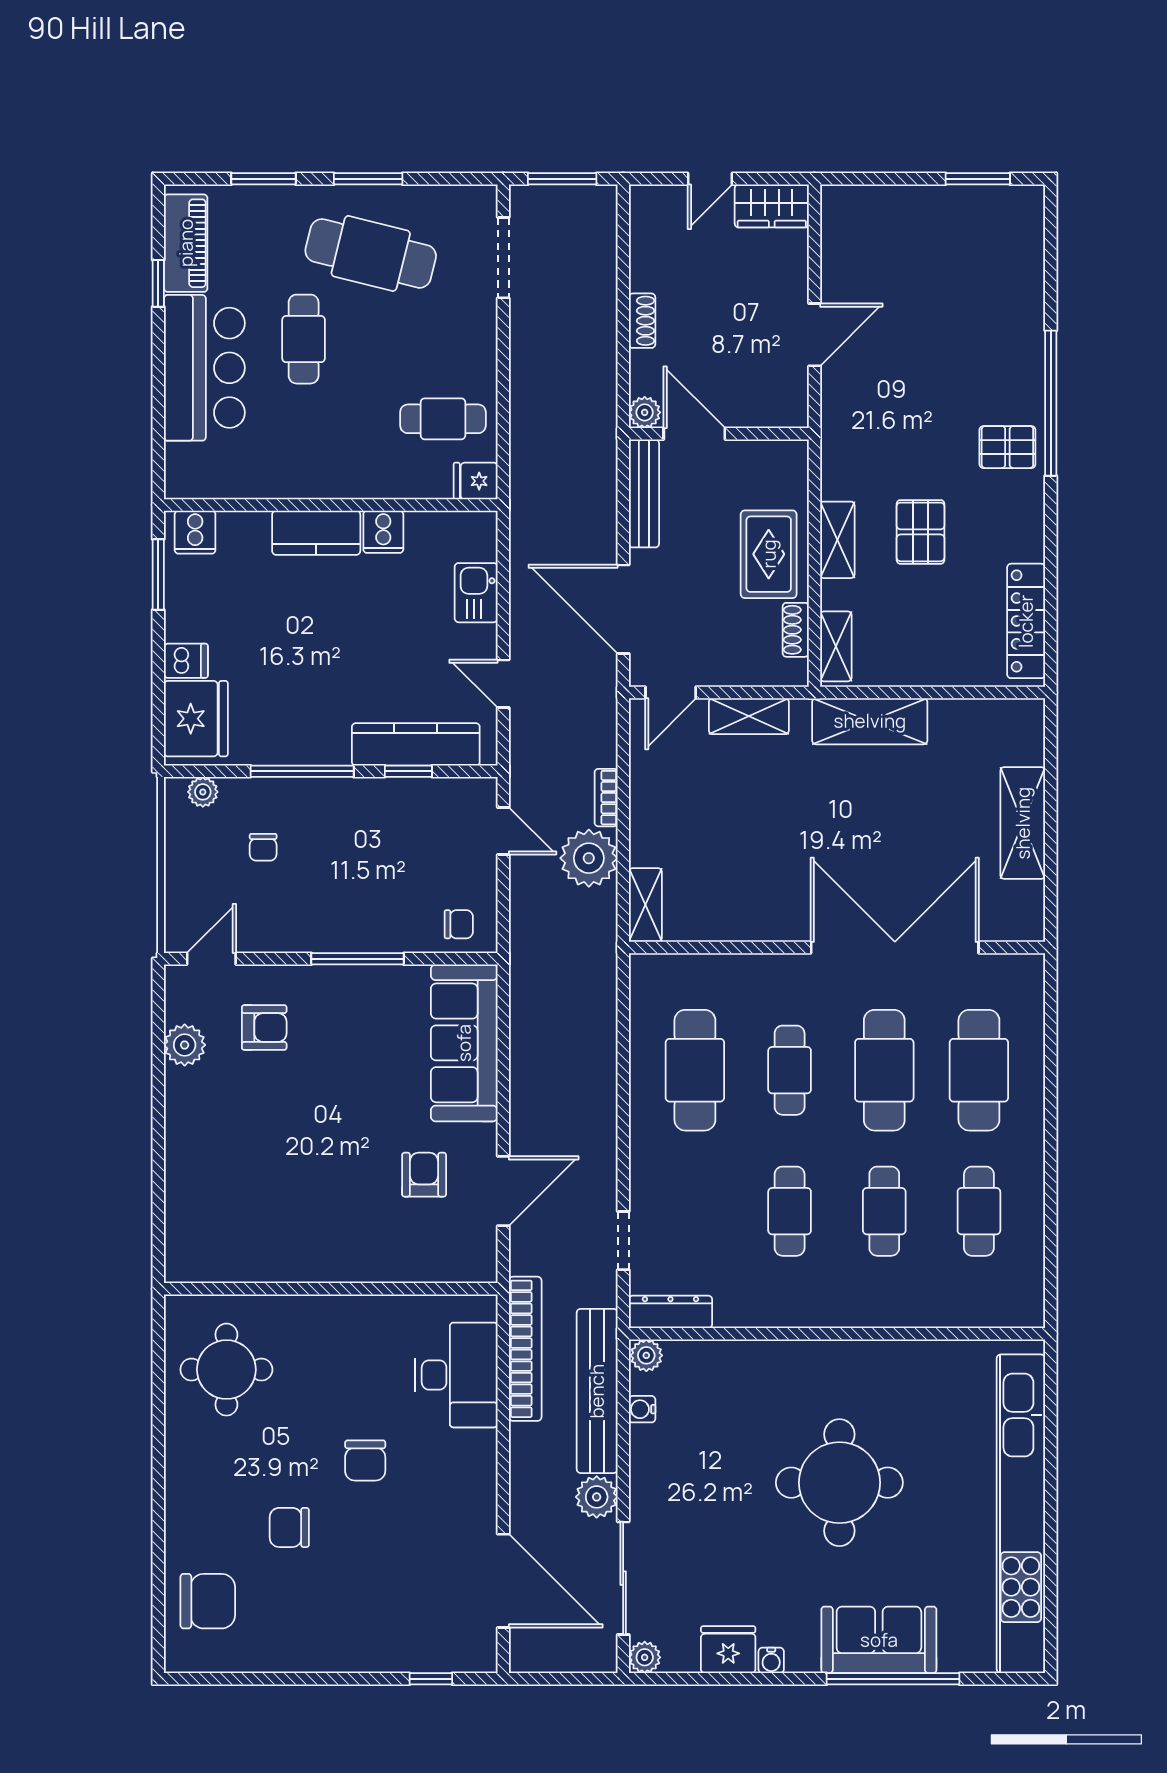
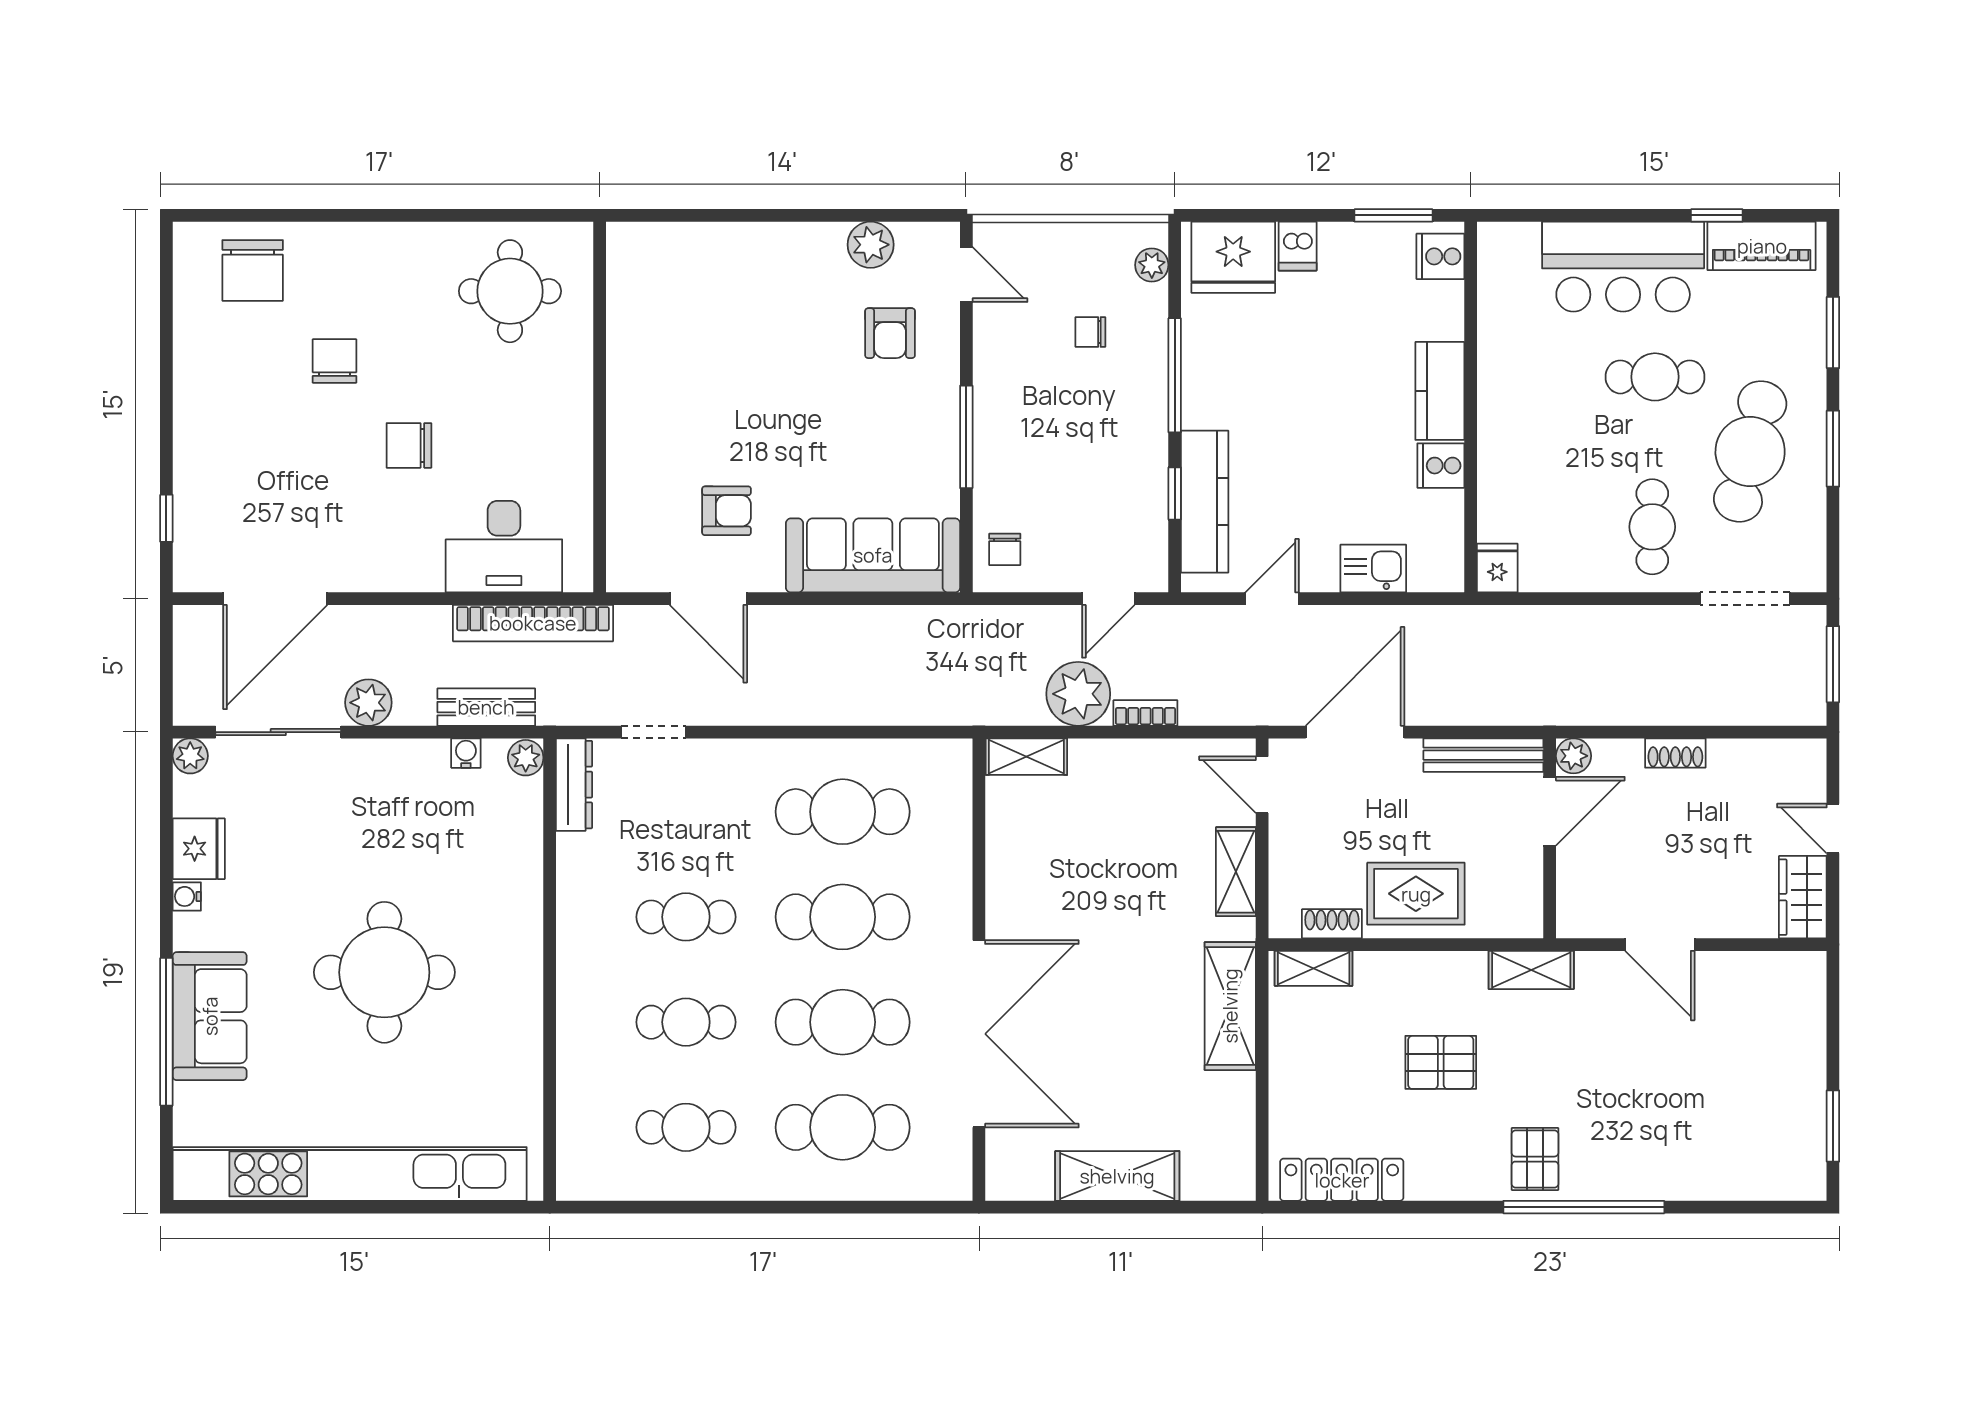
cafe table: (443, 419) -> (1652, 527), moved
shelving: (837, 540) -> (1531, 970), moved
cafe table: (790, 1070) -> (843, 917), width x1.37, depth x1.35
bench: (597, 1391) -> (486, 707), width x0.54, depth x0.82

